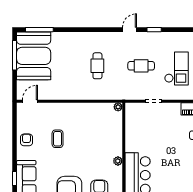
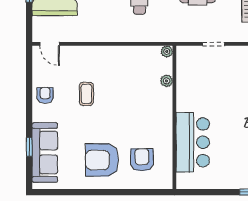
door: (30, 101) -> (50, 44), swing flipped
plant: (118, 161) -> (167, 81), moved

